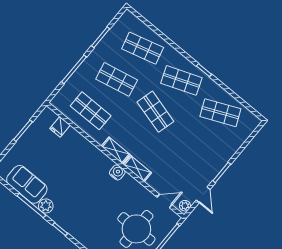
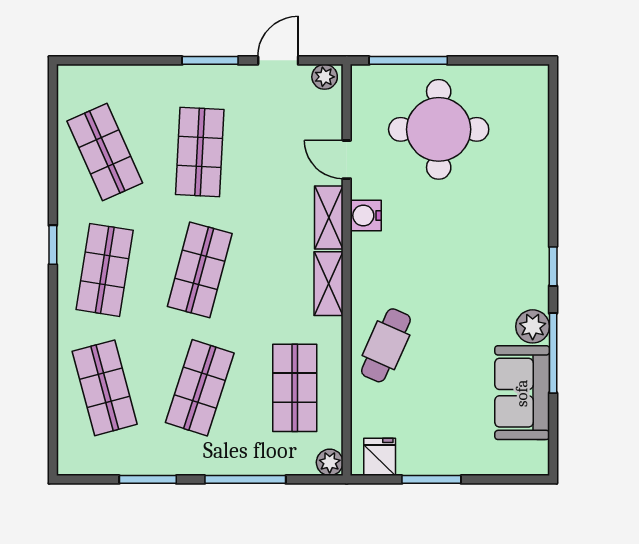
shop shelf: (117, 79) -> (200, 388), turned 30
shop shelf: (181, 80) -> (105, 270), turned 30
plant: (56, 102) -> (330, 462), added
fridge: (60, 127) -> (380, 457), moved, turned -90
shop shelf: (194, 144) -> (200, 152), added
cafe table: (80, 152) -> (386, 345), added
water cooler: (117, 172) -> (366, 215), moved
door: (164, 201) -> (347, 160), moved

